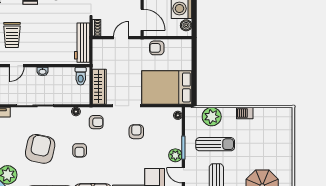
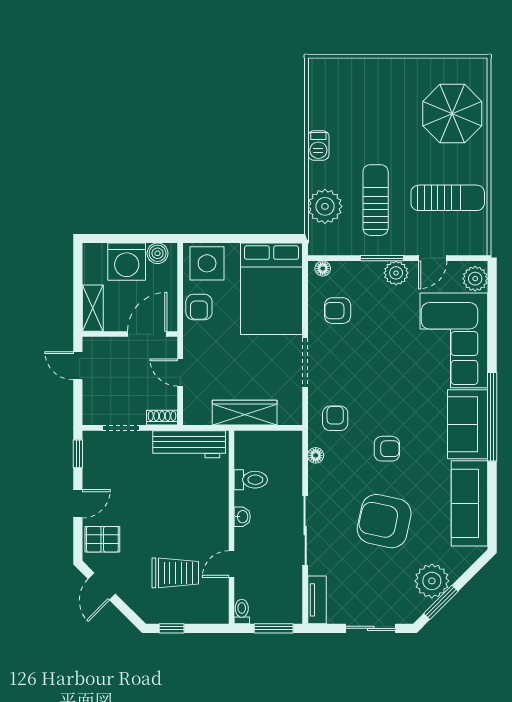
side table: (181, 52) -> (207, 263), added
door: (17, 66) -> (231, 564), swing flipped
toilet: (81, 76) -> (251, 480), moved
wardrobe: (99, 87) -> (245, 413), moved
armchair: (136, 132) -> (338, 311), moved

